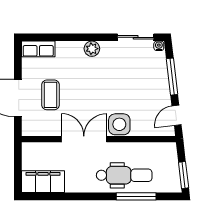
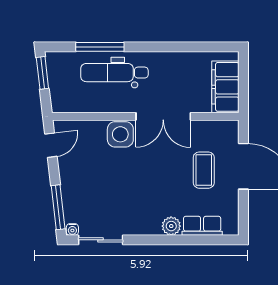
row of seats: (38, 49) -> (202, 226), moved
plant: (92, 49) -> (171, 226), moved
window: (172, 77) -> (58, 207), moved
filing cabinet: (43, 182) -> (225, 87), moved, turned 90

